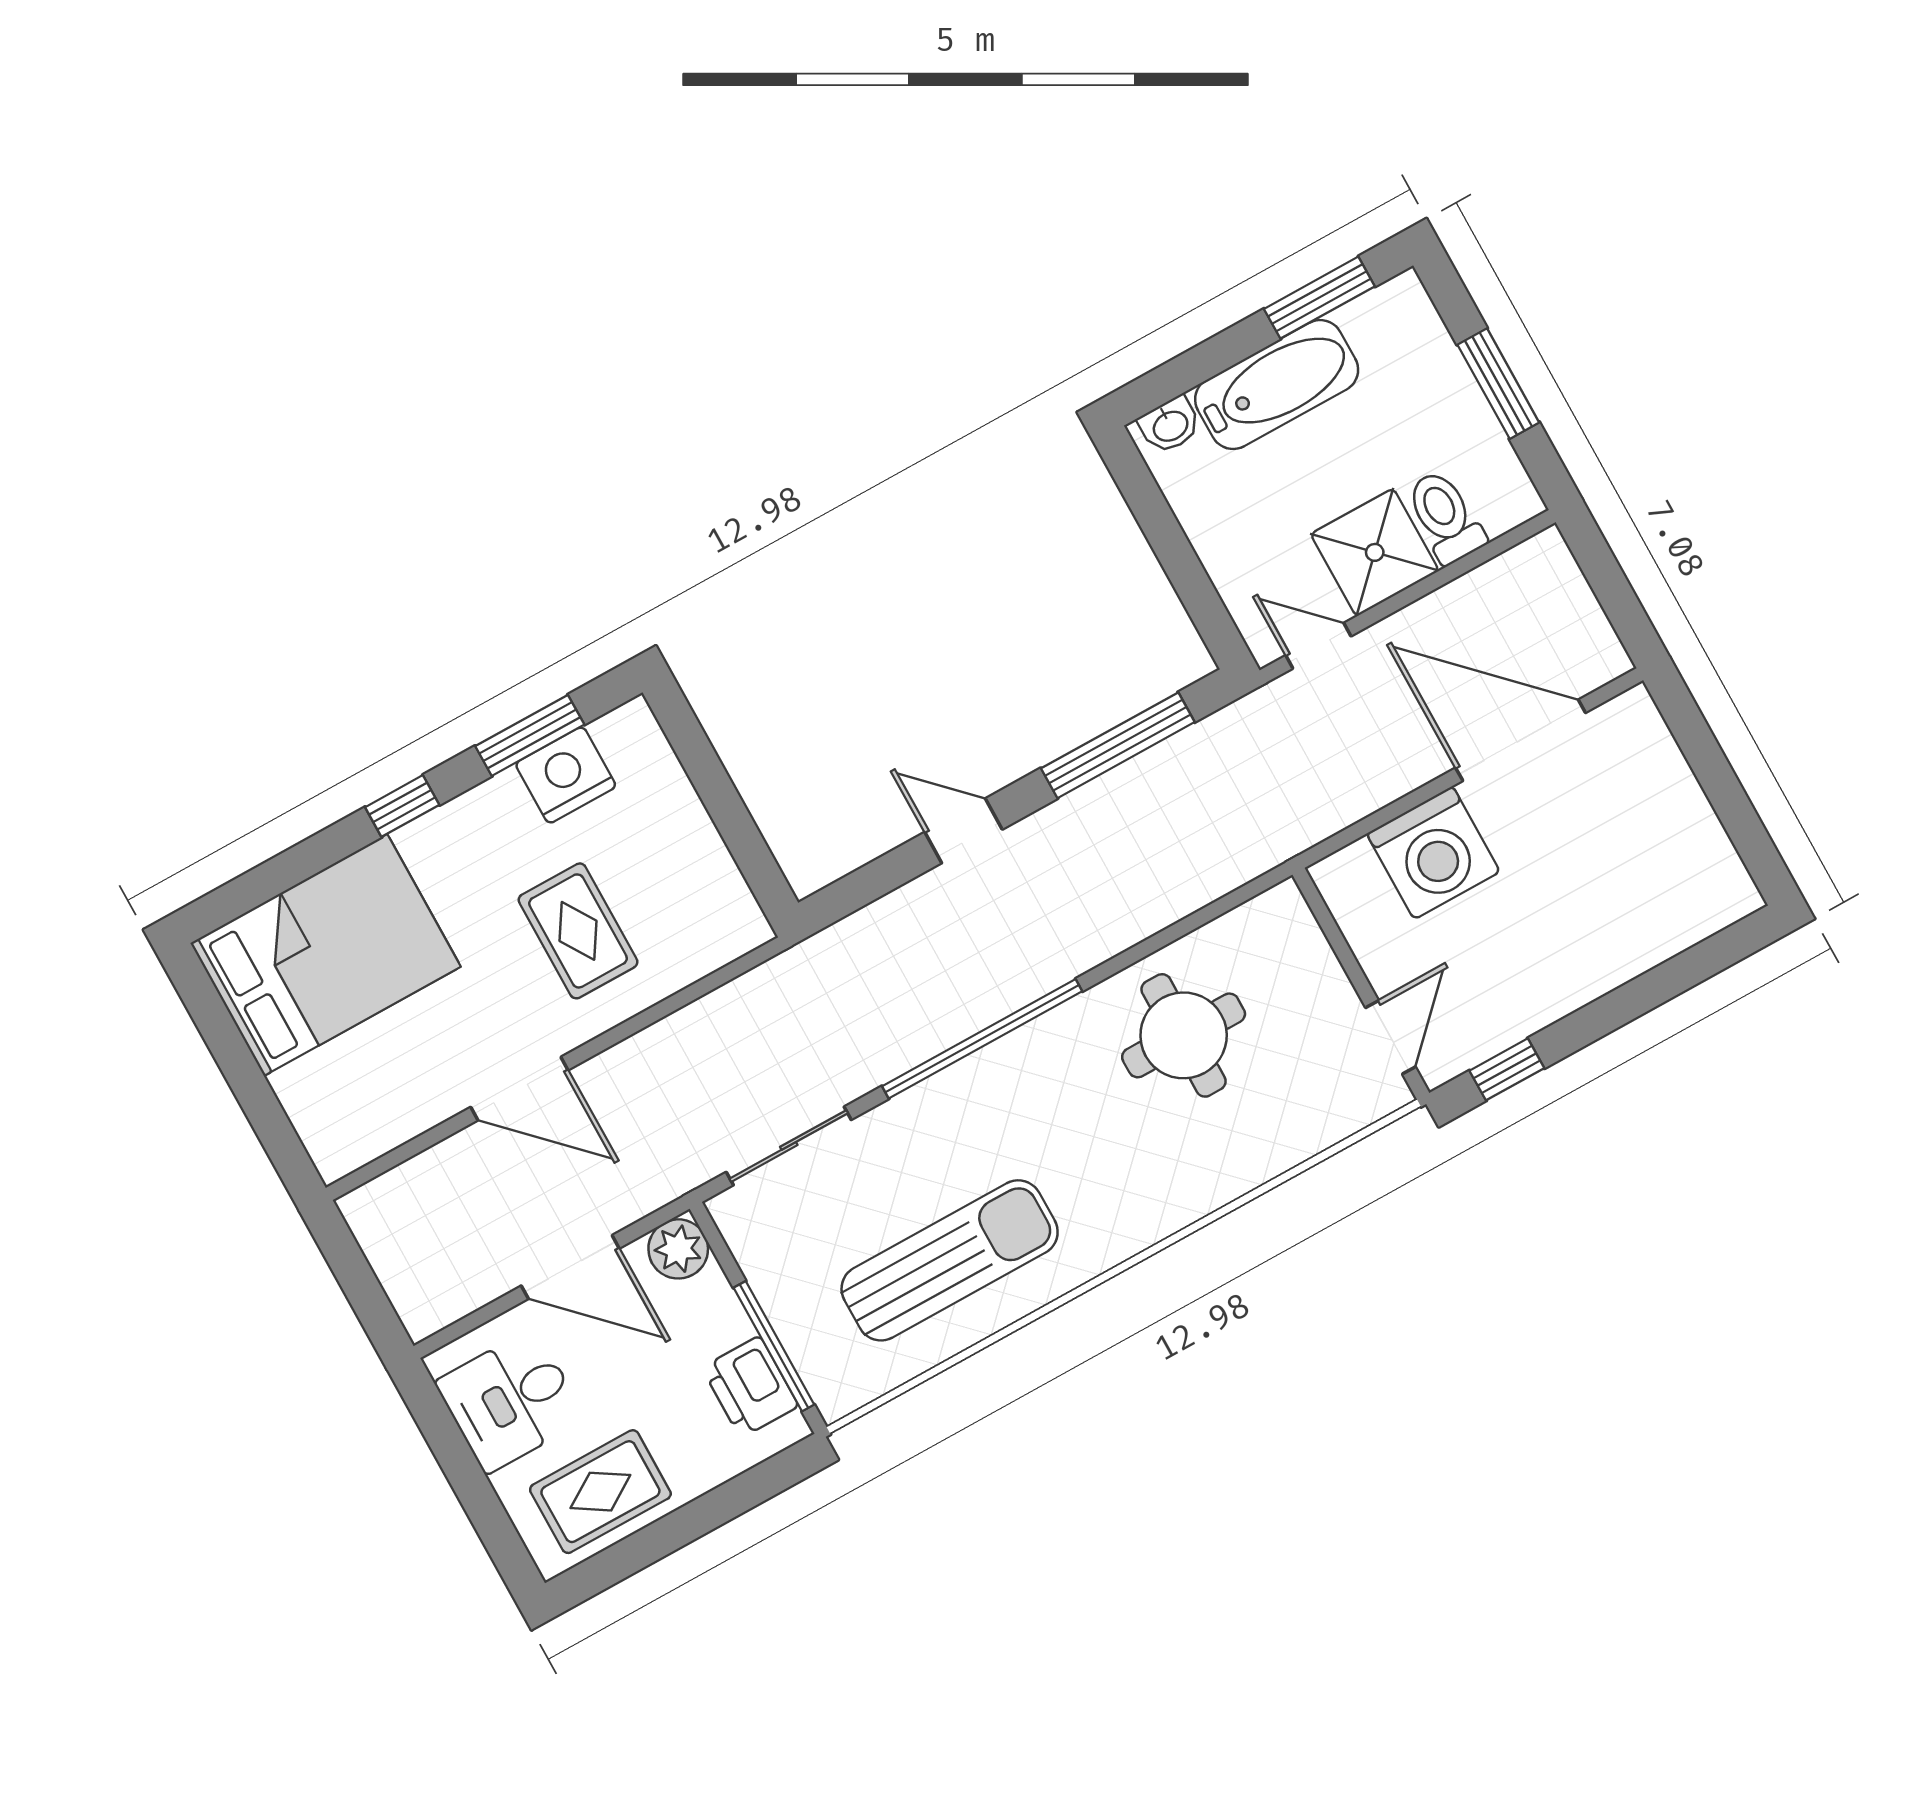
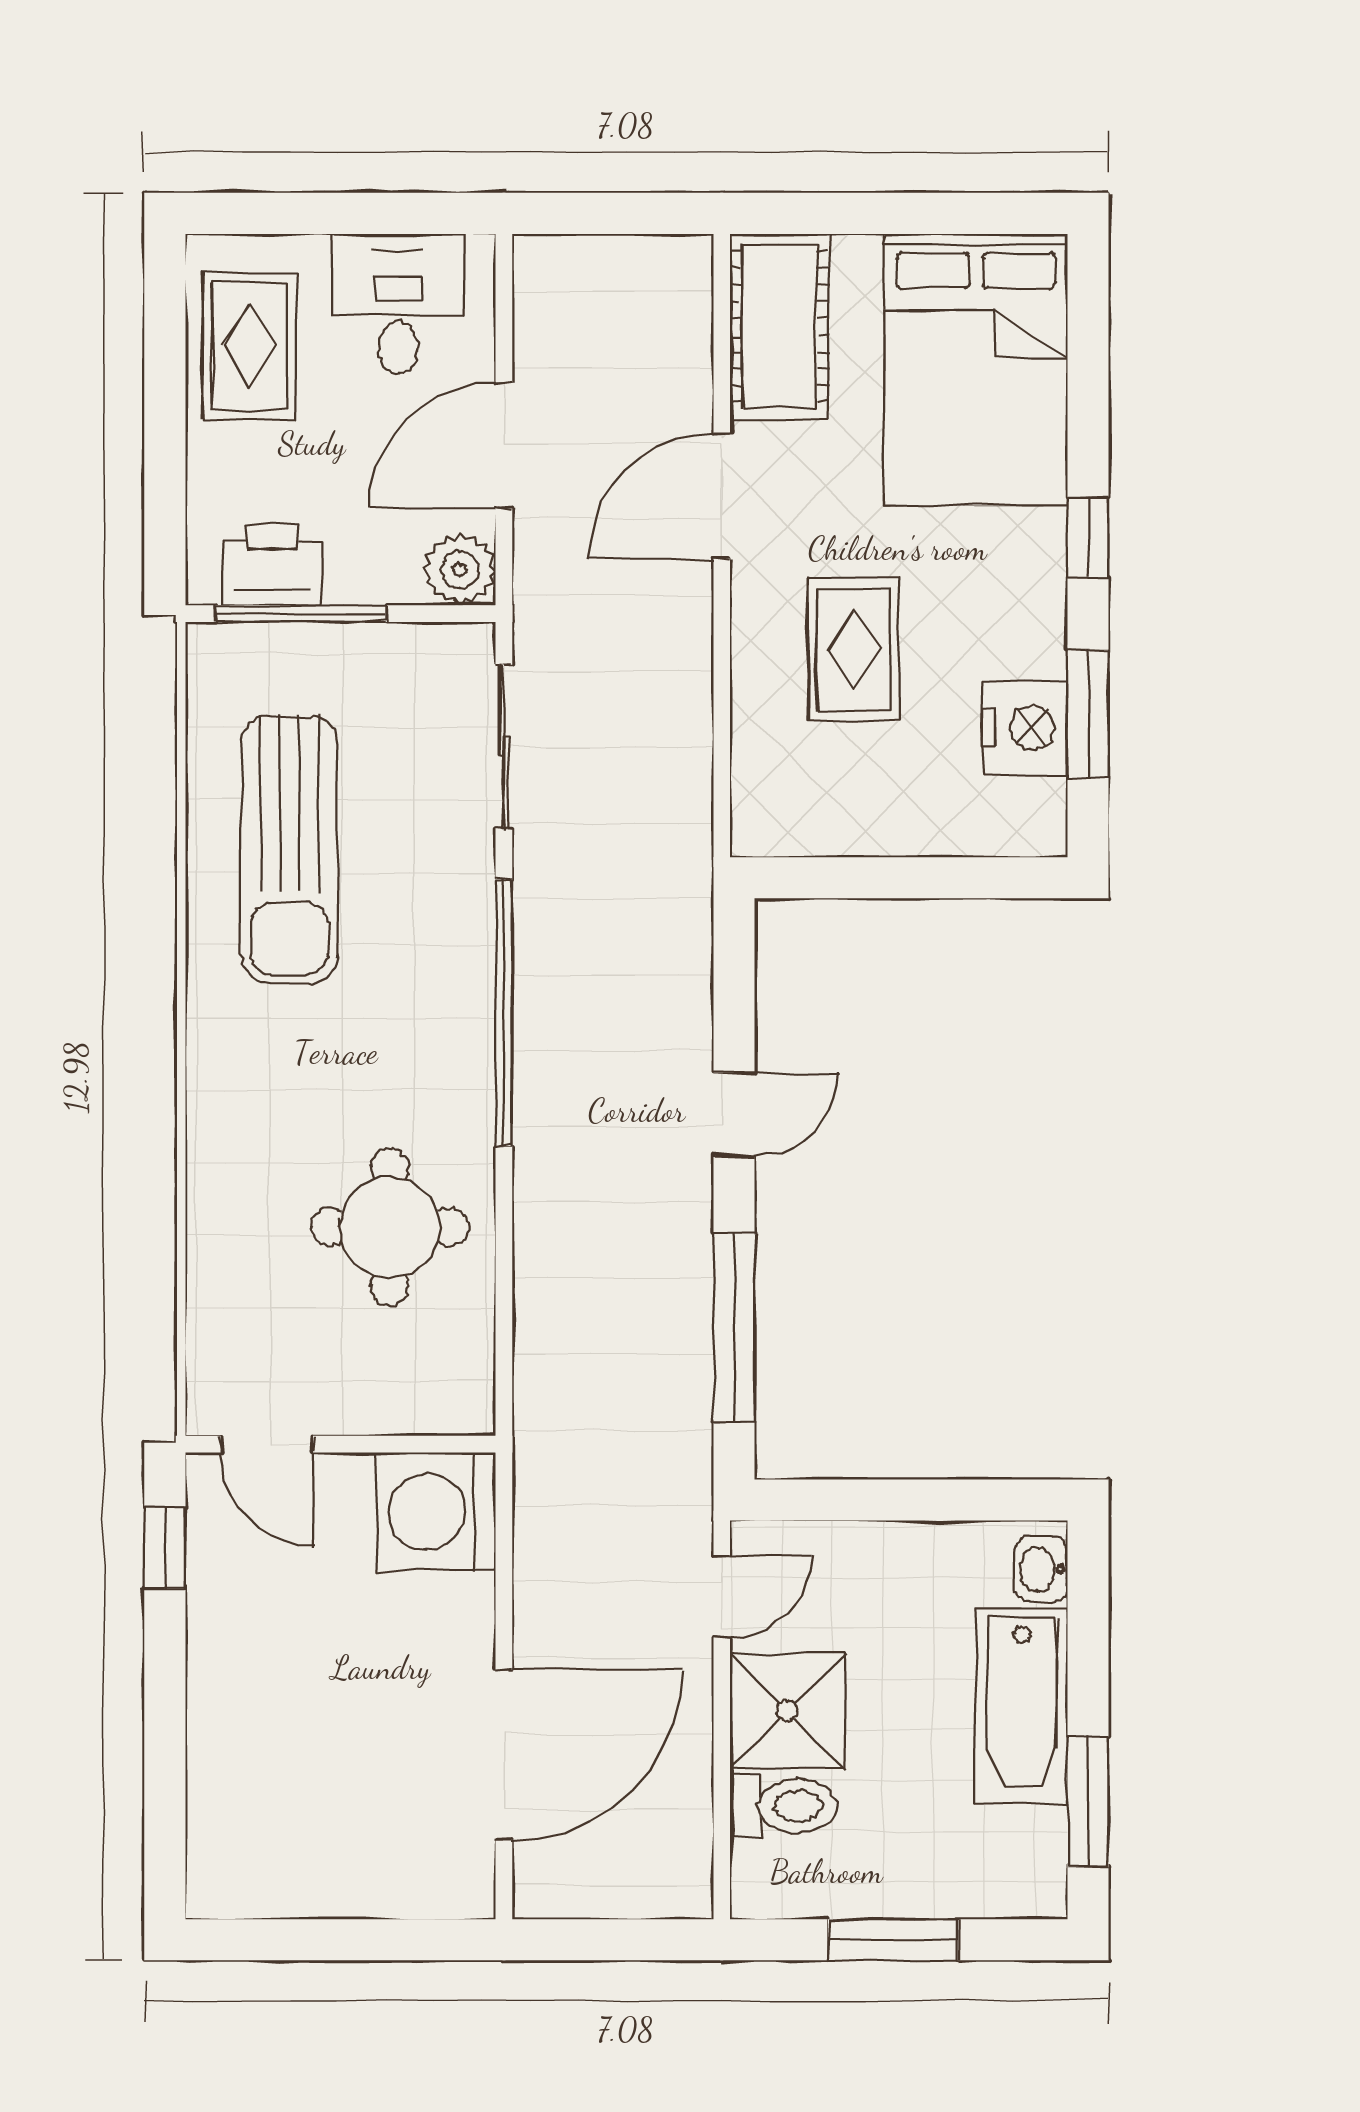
washing machine: (1433, 853) -> (436, 1512), moved
rug: (578, 931) -> (854, 650), turned 90
cot: (373, 1115) -> (779, 326), added

